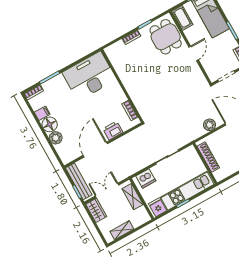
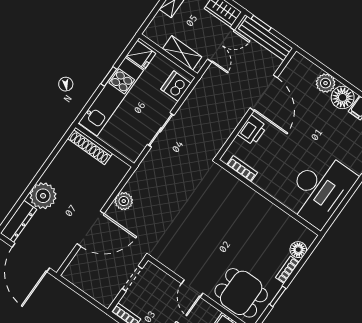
floor lamp: (119, 46) -> (298, 250), added
shoe rack: (208, 157) -> (90, 146), moved

